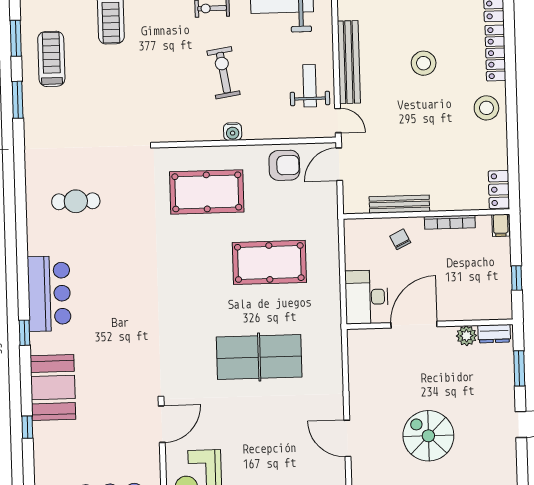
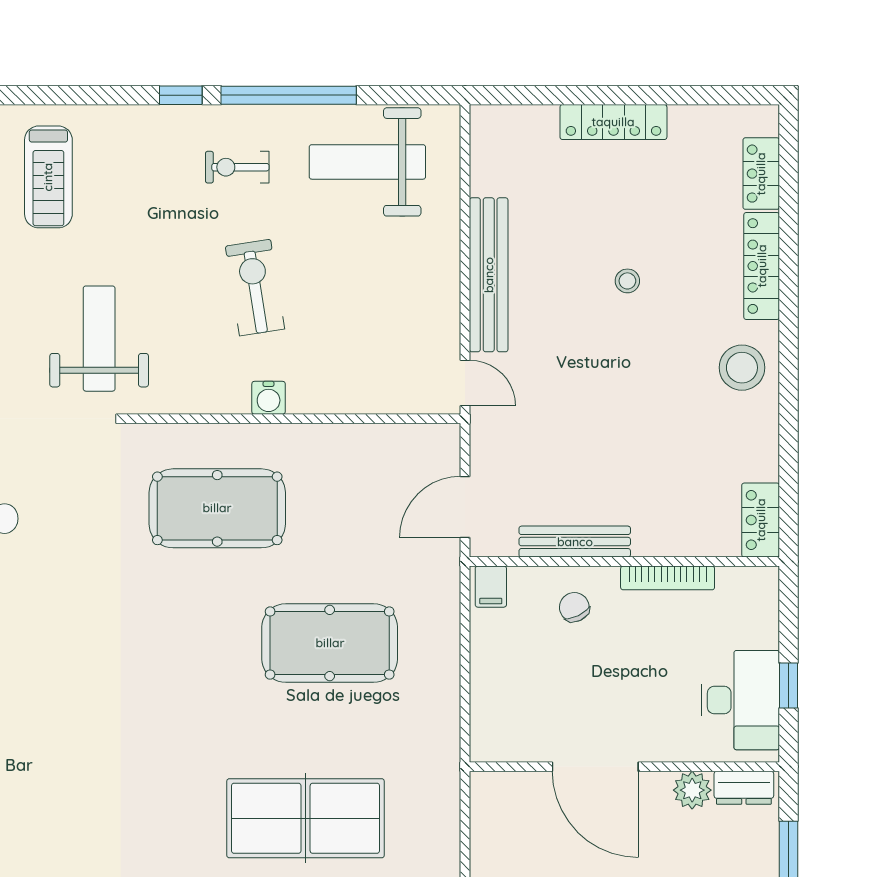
stool: (424, 63) -> (627, 281), width x0.53, depth x0.53
weight bench: (310, 86) -> (99, 339), moved, width x1.36, depth x1.33
door: (339, 164) -> (465, 507), moved
armchair: (284, 165) -> (363, 463), removed
filing cabinet: (501, 225) -> (491, 587), moved
desk: (367, 297) -> (740, 700), moved, turned 180
door: (414, 325) -> (595, 767), swing flipped

